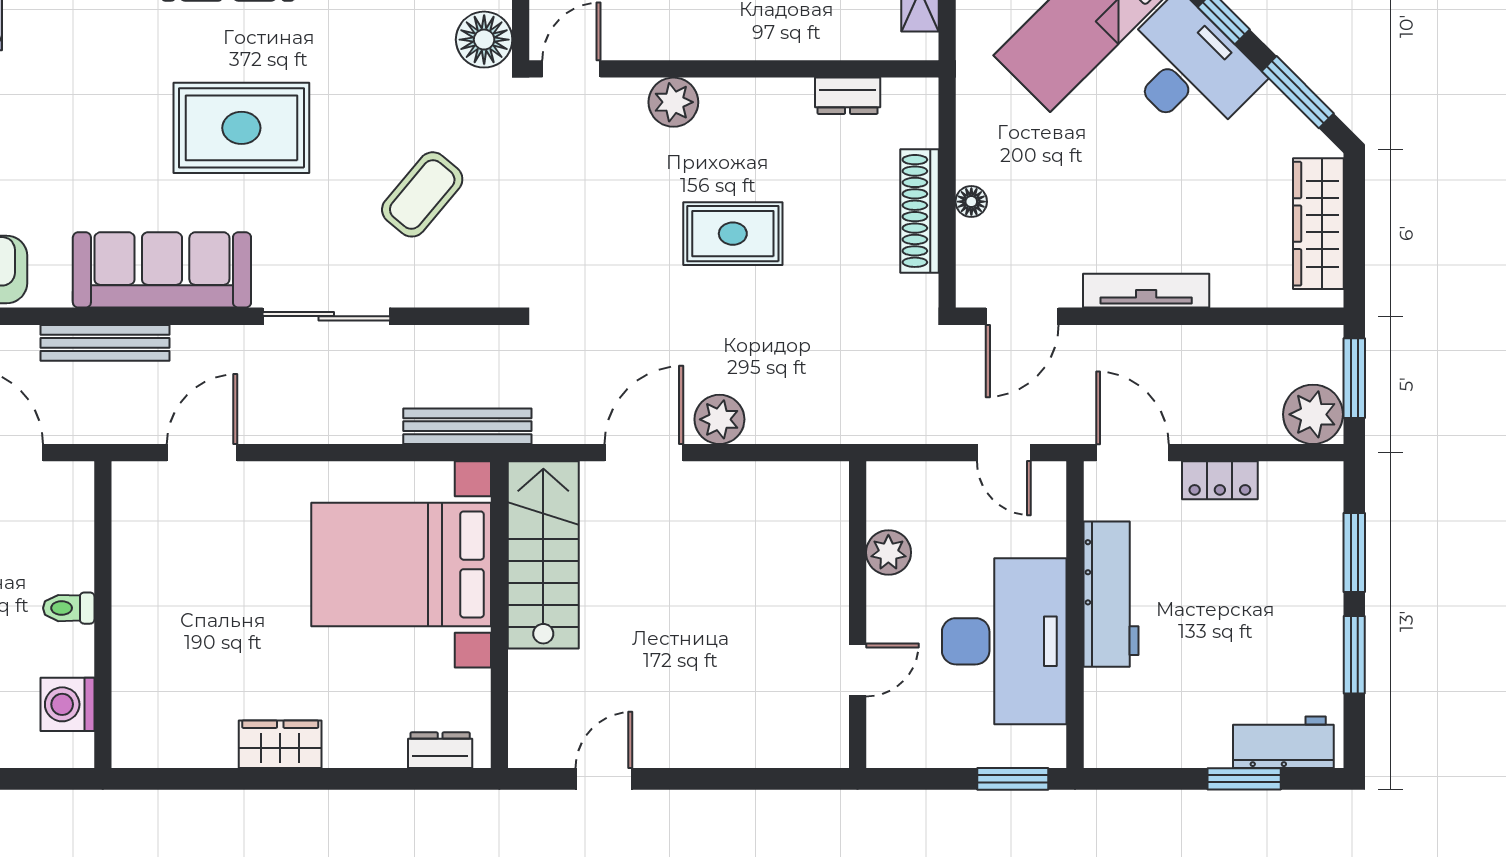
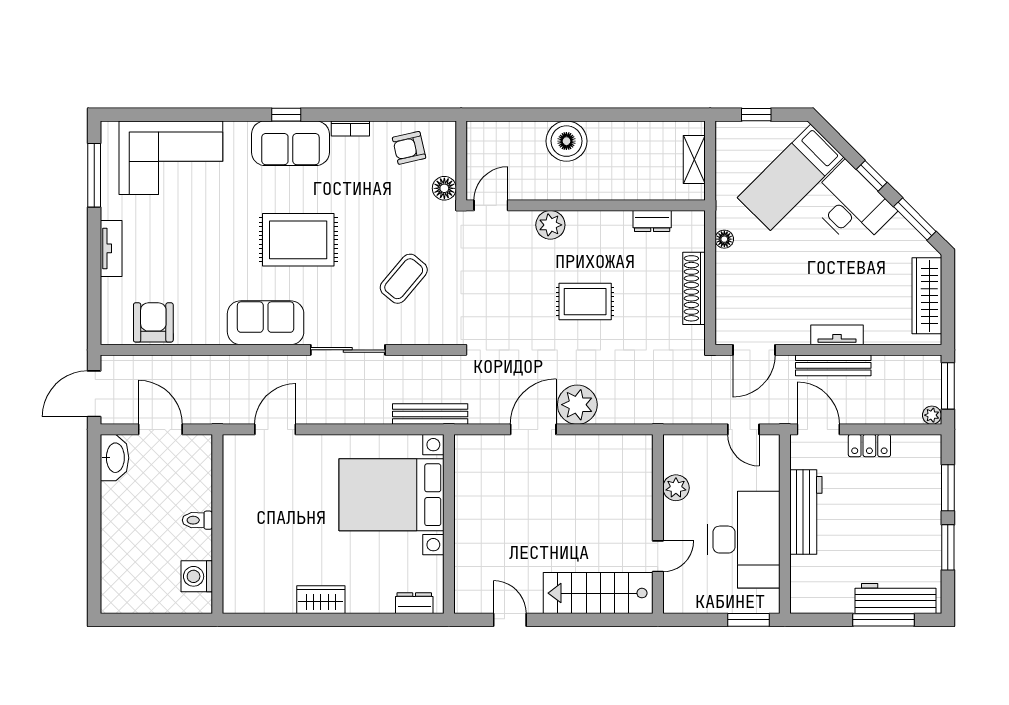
floor lamp: (484, 40) -> (444, 188), width x0.73, depth x0.73
floor lamp: (971, 202) -> (724, 239), moved
sofa: (162, 270) -> (266, 323), width x0.73
tv unit: (1146, 291) -> (837, 335), width x0.71
bench: (105, 343) -> (833, 365), moved
plant: (1313, 414) -> (932, 415), width x0.53, depth x0.53
plant: (719, 419) -> (577, 405), width x1.36, depth x1.36
stairs: (543, 555) -> (598, 593), moved, turned -90
workbench: (1283, 742) -> (895, 599), width x1.38
door: (604, 779) -> (510, 620), hinge flipped
window: (1244, 779) -> (884, 620), width x1.44

